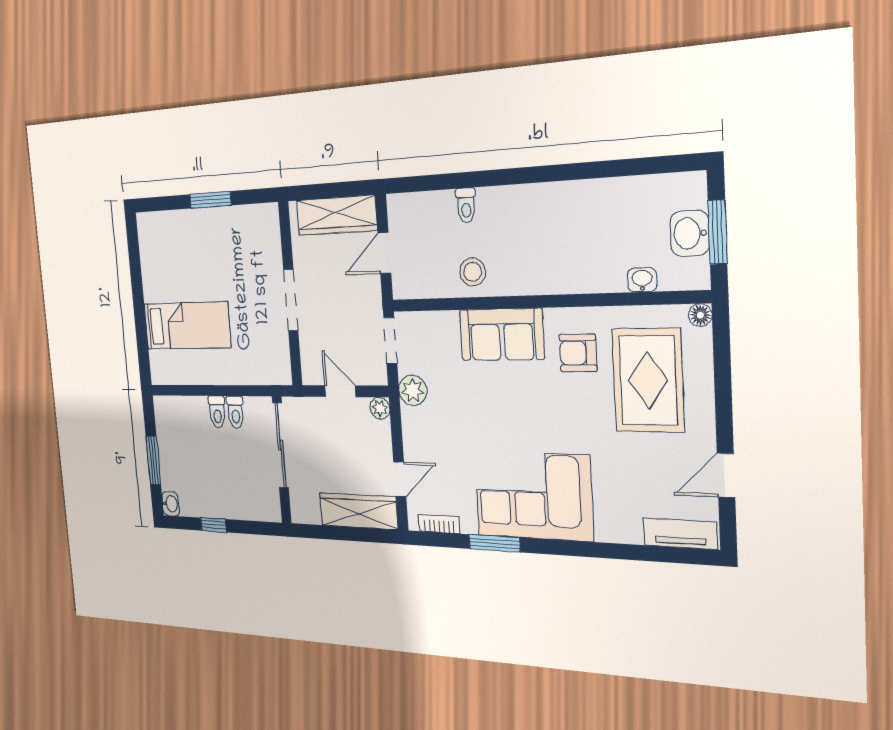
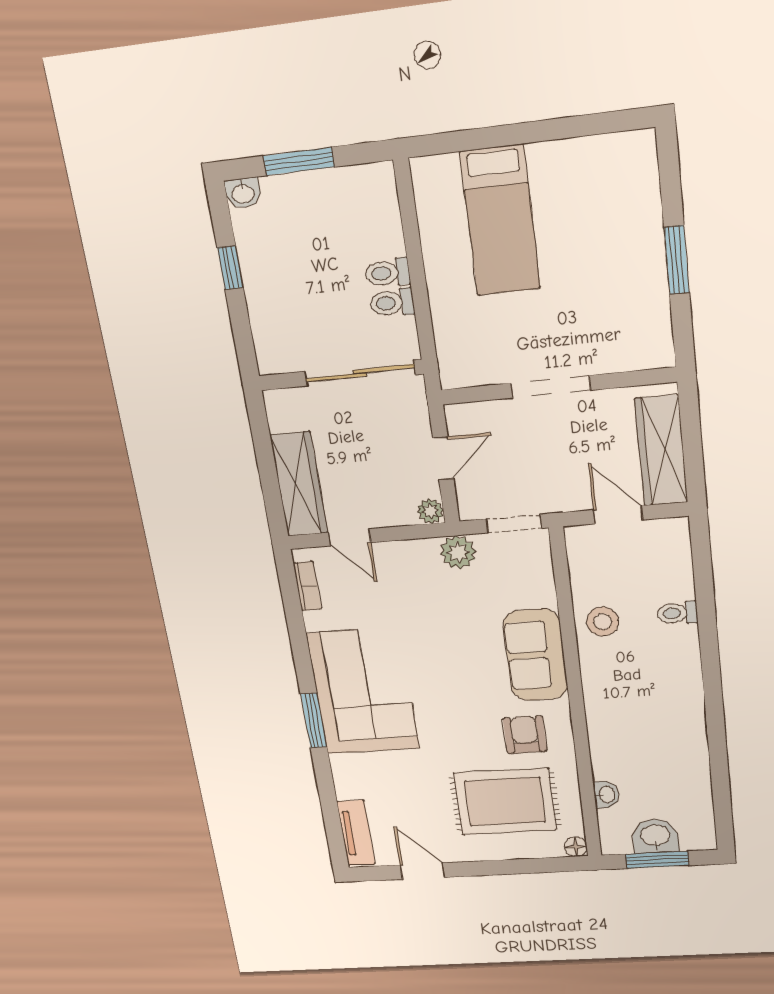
window: (494, 543) -> (314, 720), moved

